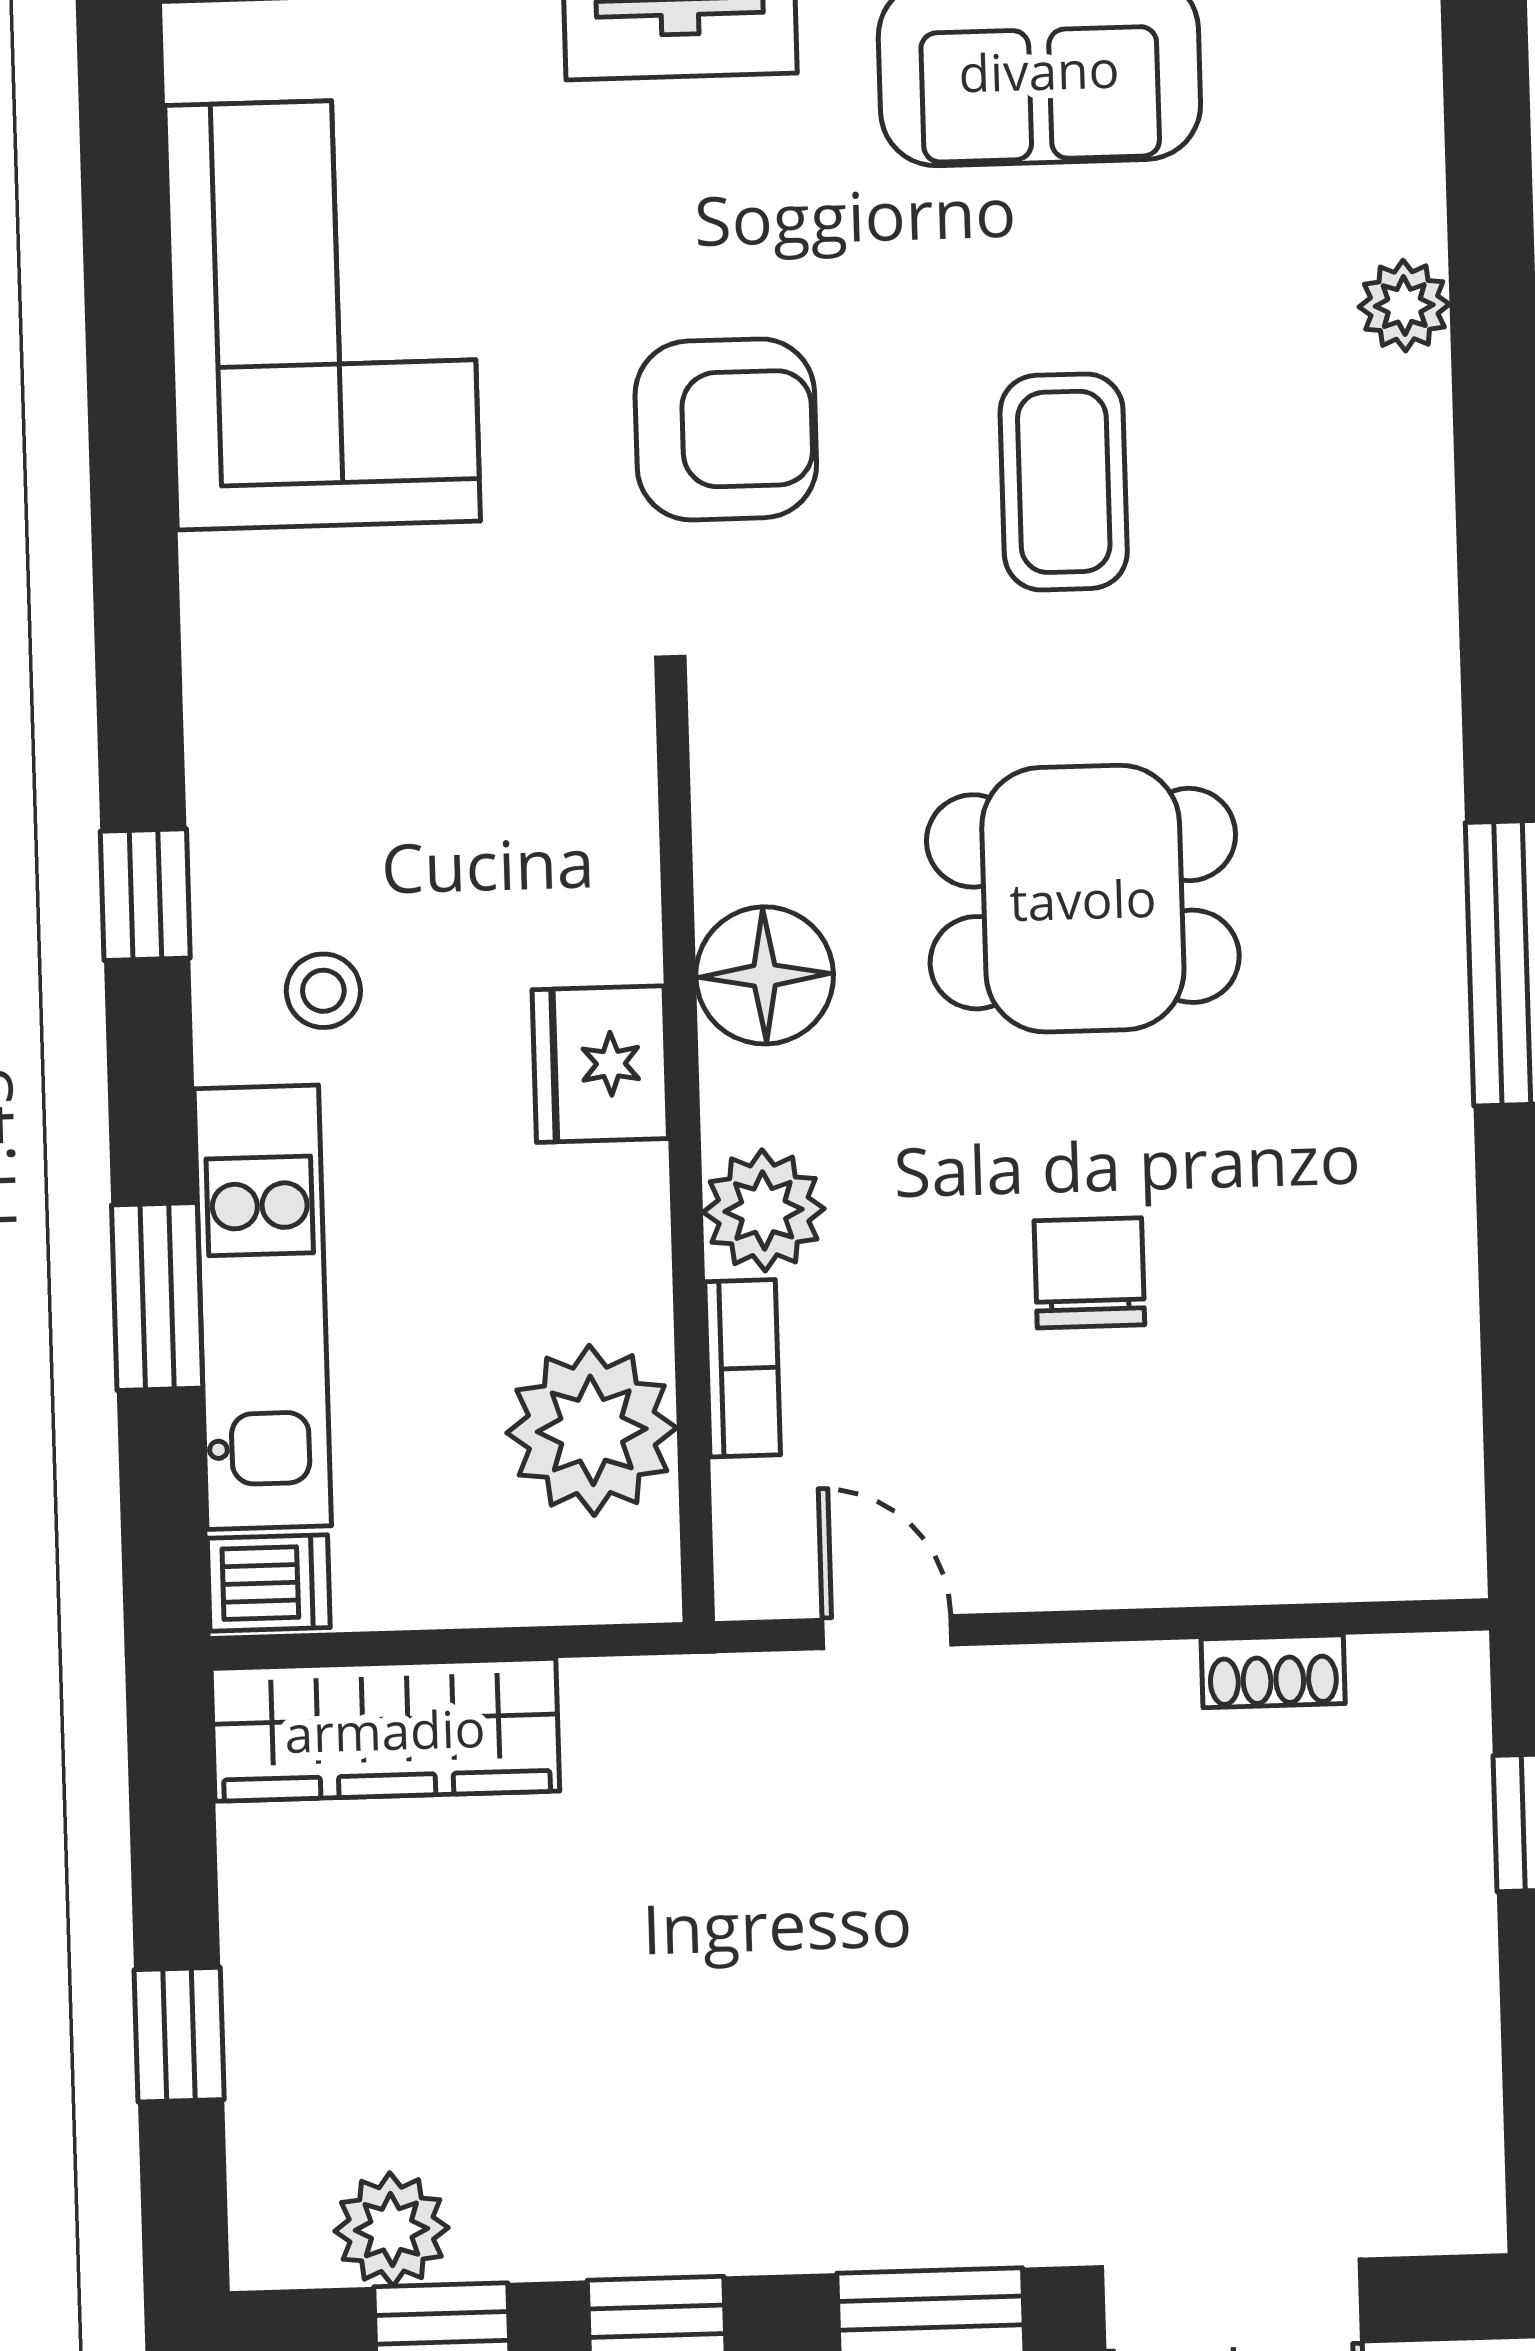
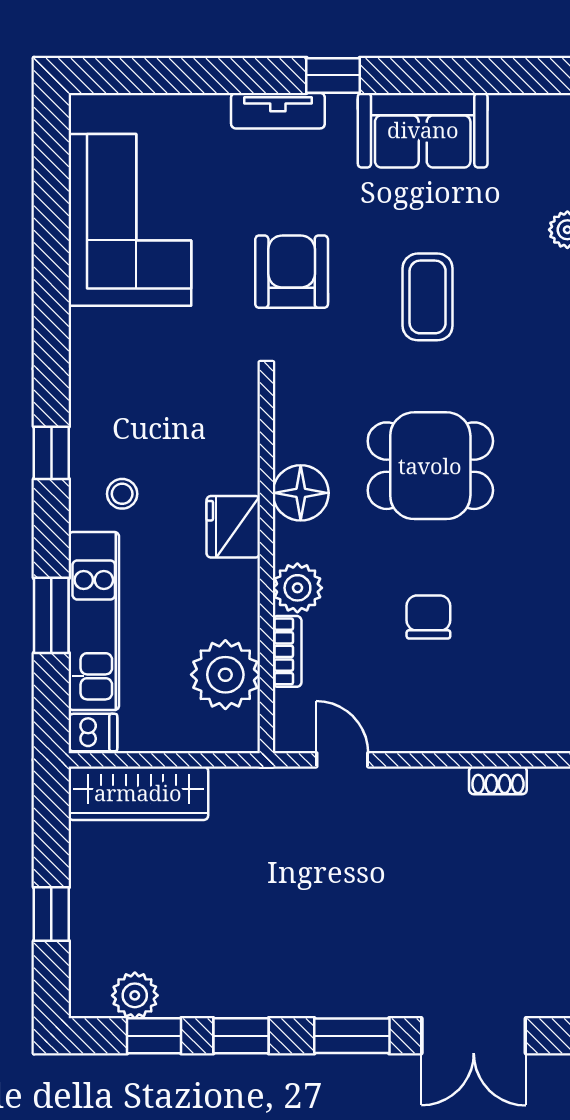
armchair: (726, 429) -> (292, 272), turned -90

